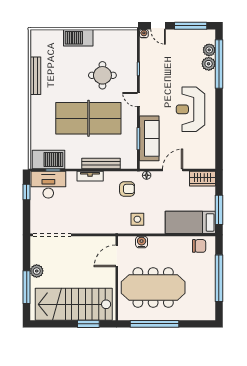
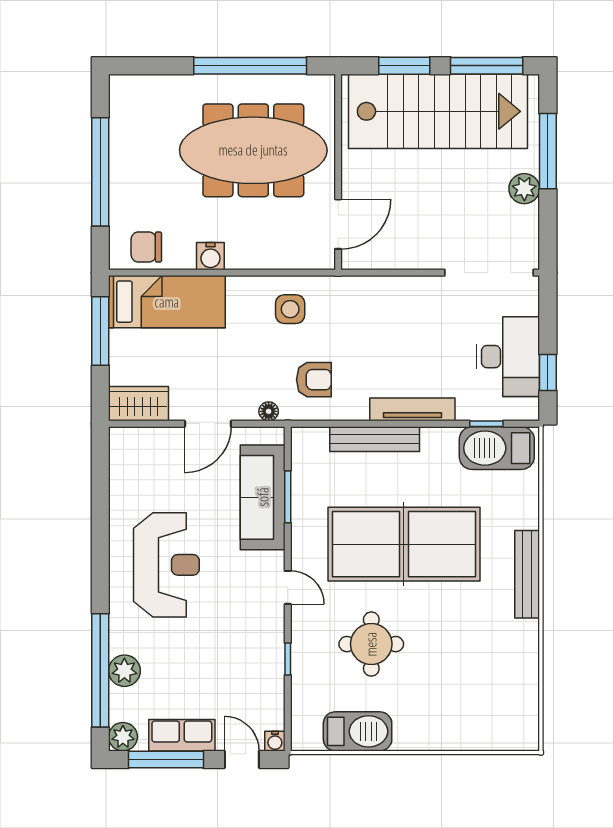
row of seats: (184, 36) -> (182, 735), added
barbecue: (78, 38) -> (358, 731), moved
plant: (209, 50) -> (123, 737), moved
bench: (35, 76) -> (527, 574), moved
tv unit: (90, 176) -> (412, 409), width x1.41
desk: (48, 185) -> (508, 357), moved, turned -90
armchair: (127, 189) -> (314, 380), turned 180
water cooler: (142, 242) -> (210, 256), moved
window: (53, 324) -> (487, 66), added

